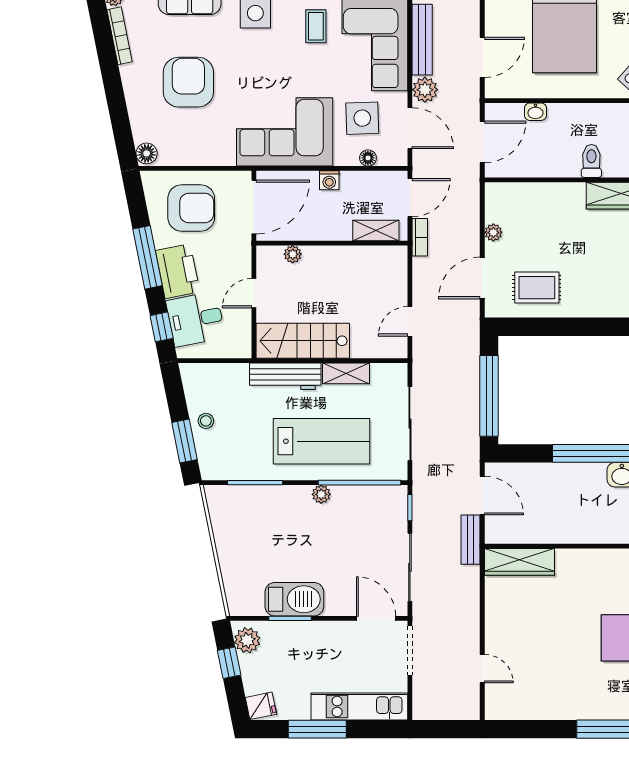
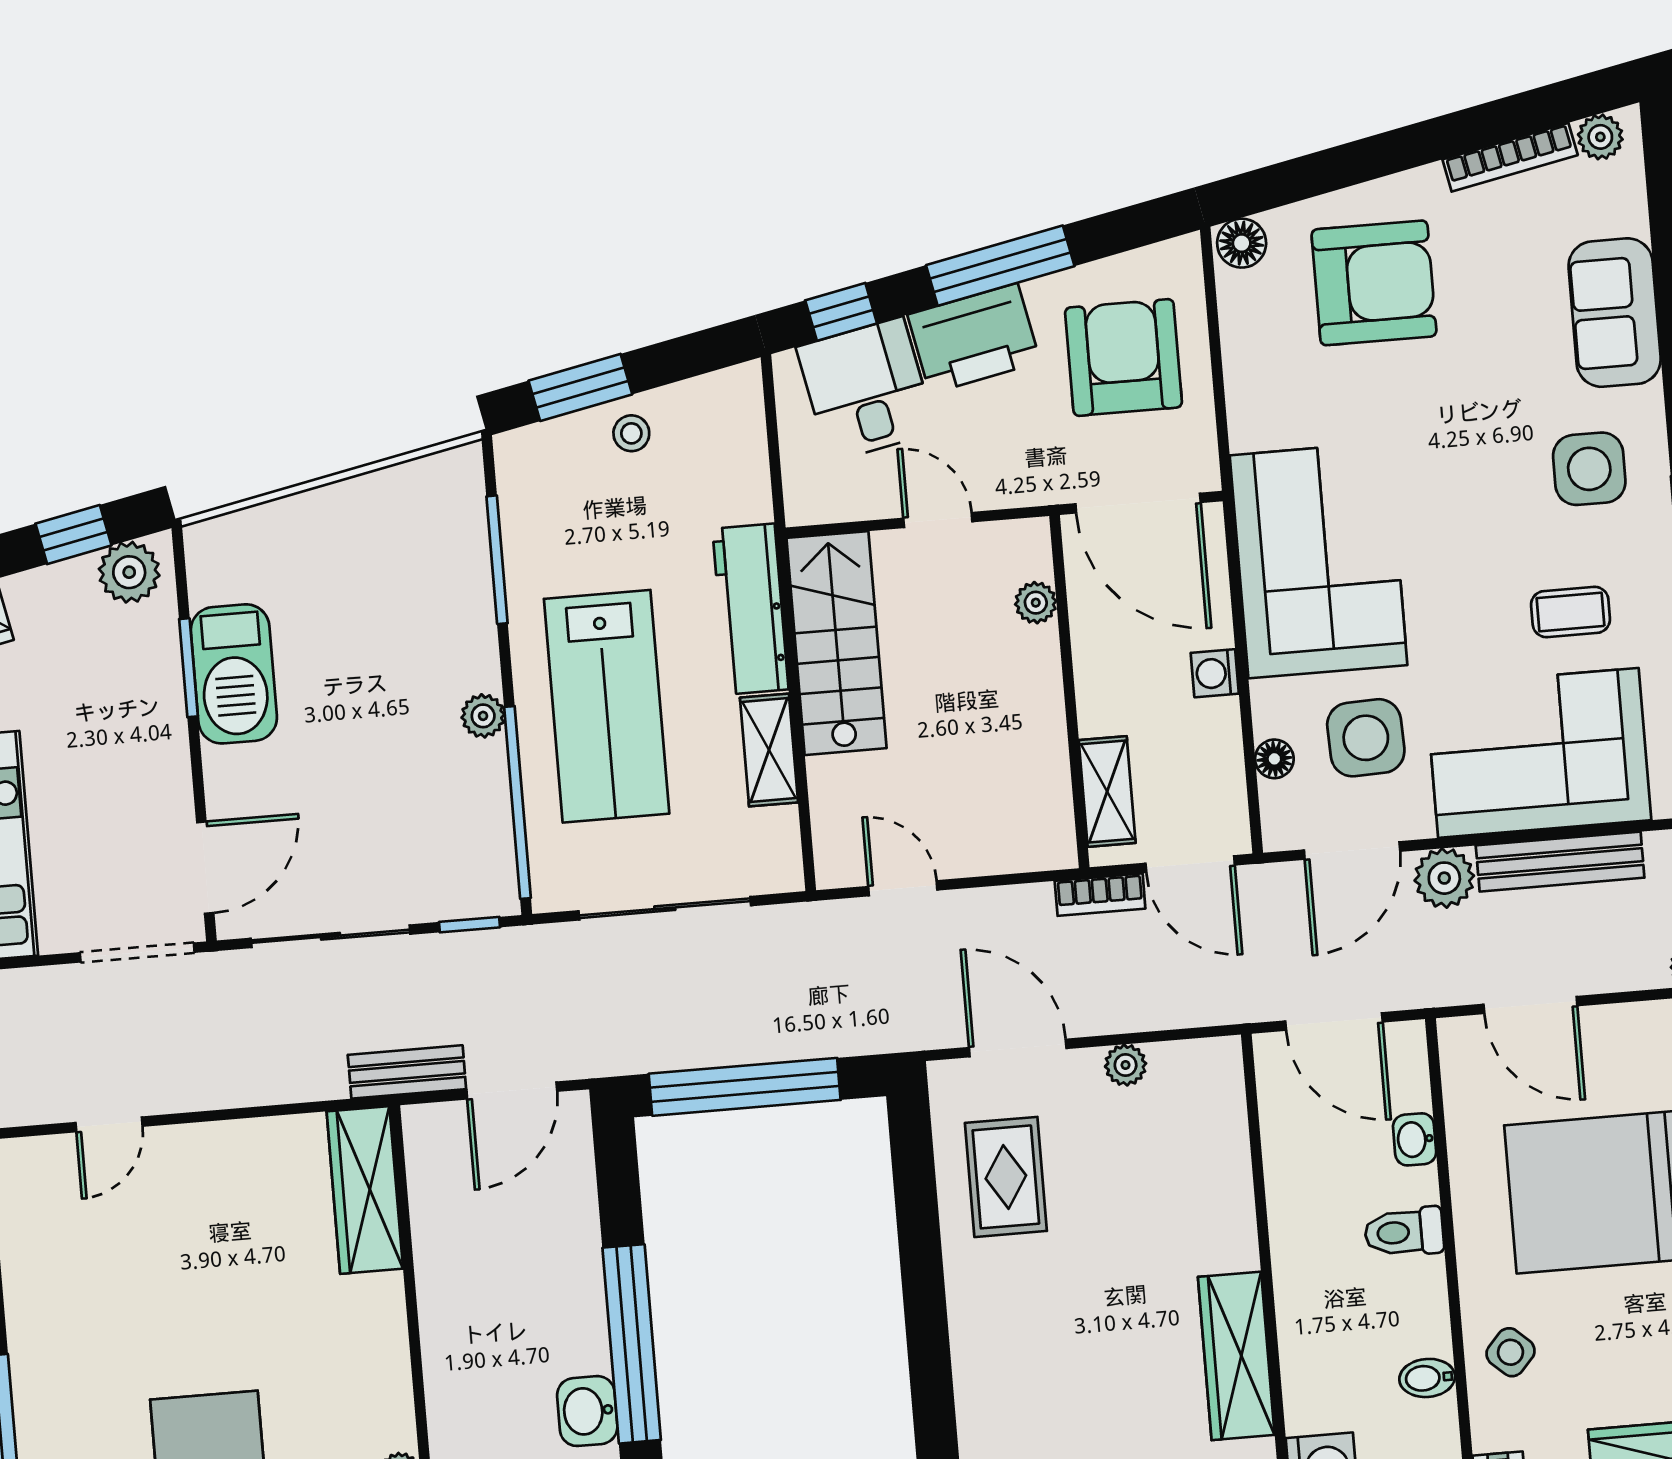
armchair: (188, 82) -> (1374, 283), moved
toilet: (591, 161) -> (1404, 1232), moved, turned 180
armchair: (191, 208) -> (1124, 357), turned 180

